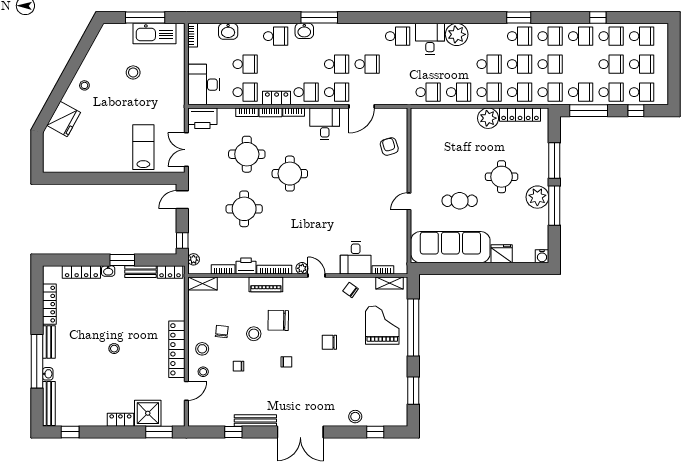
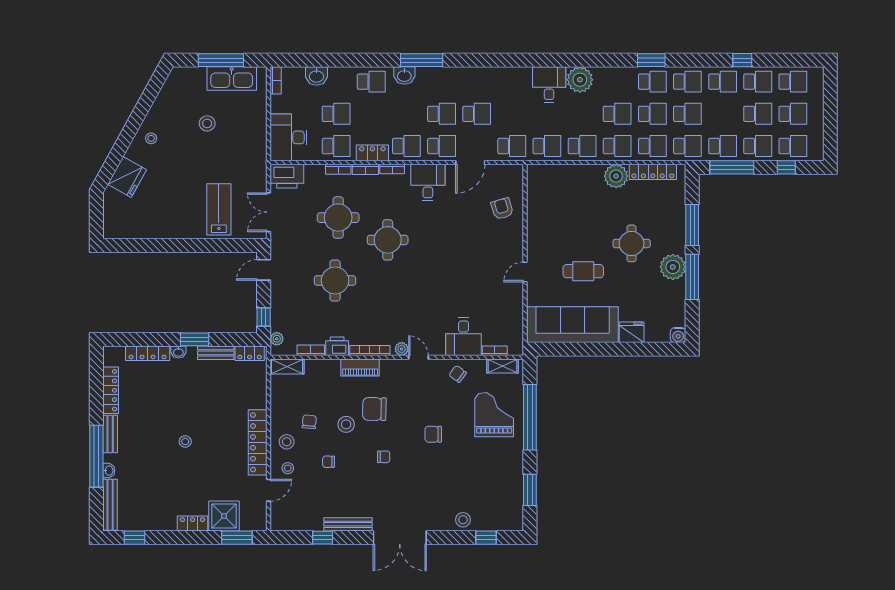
school desk: (398, 36) -> (512, 146), moved

